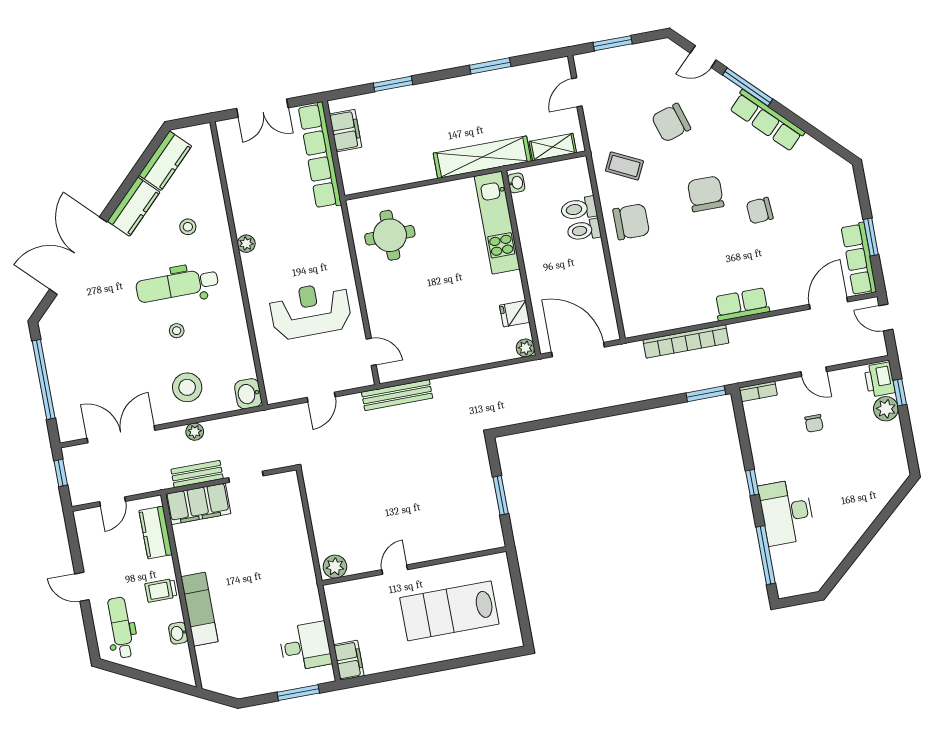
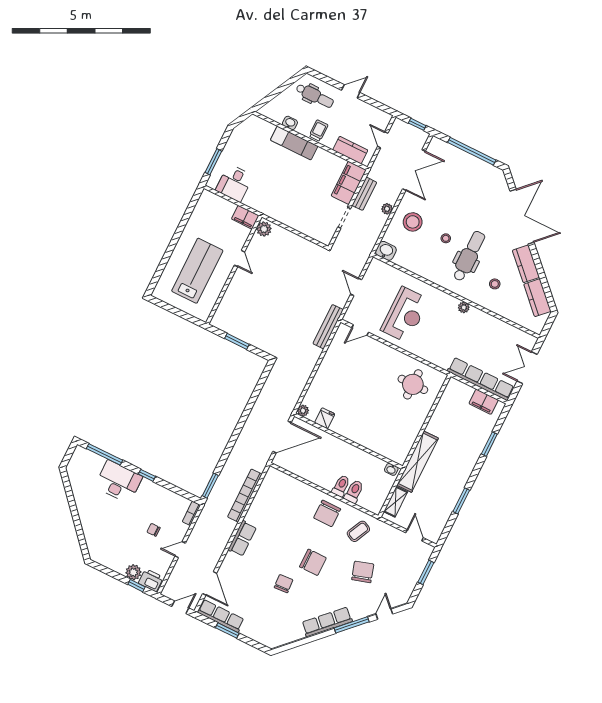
kitchen unit: (497, 223) -> (378, 444), removed
filing cabinet: (349, 660) -> (245, 217), moved

